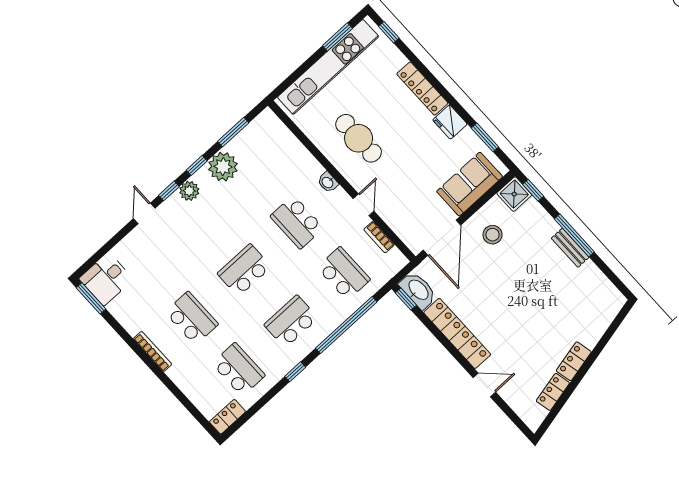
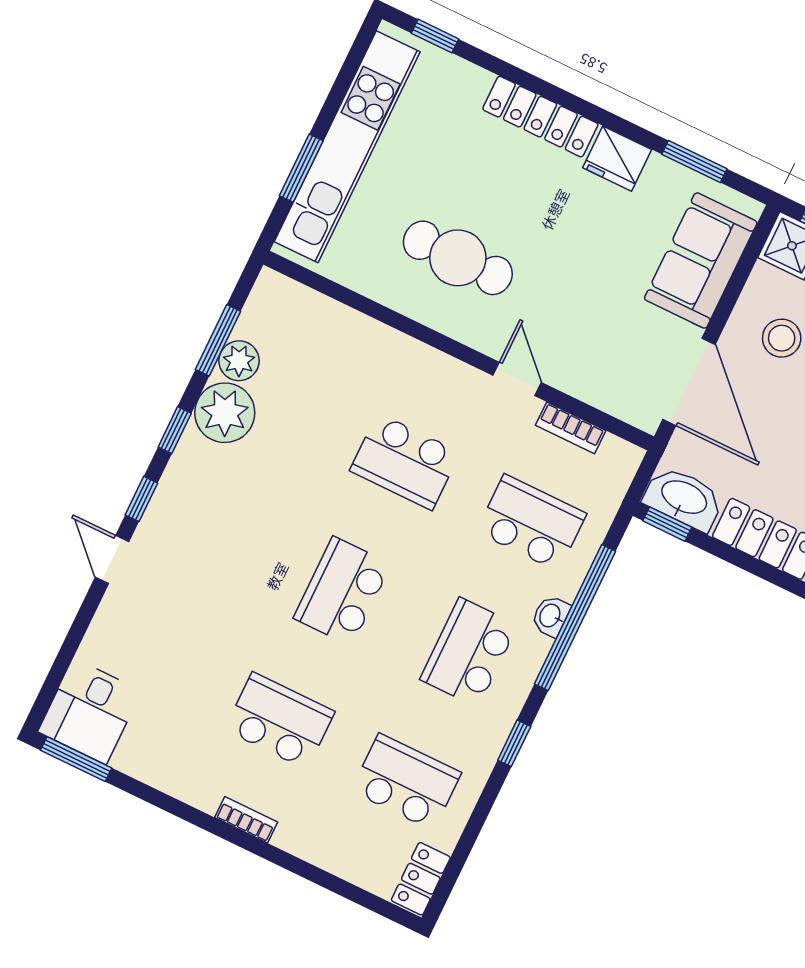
window: (337, 37) -> (301, 168), moved
washbasin: (328, 182) -> (551, 616), moved, turned 90
plant: (189, 191) -> (239, 361), moved
bookcase: (153, 351) -> (246, 820), width x0.64

